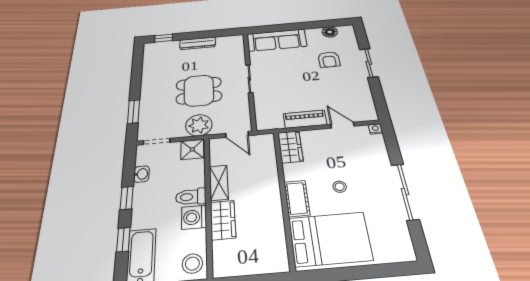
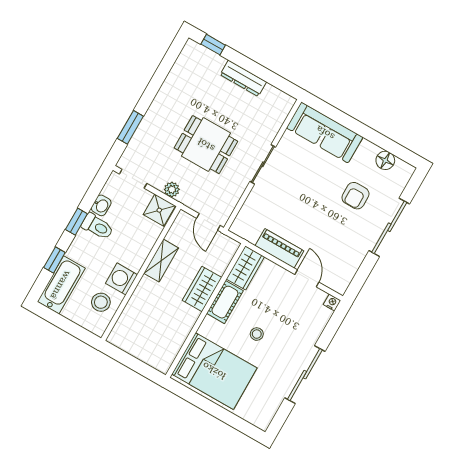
sliding door: (369, 63) -> (389, 227), width x1.37
plant: (199, 125) -> (172, 189), width x0.53, depth x0.53
toilet: (191, 197) -> (97, 226), moved, turned 180
cot: (297, 198) -> (225, 302), moved
wardrobe: (223, 220) -> (202, 289), moved, turned 180
stool: (192, 264) -> (101, 302), moved

